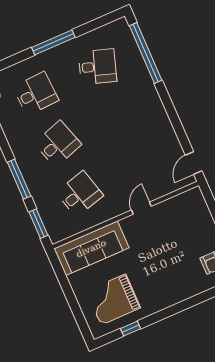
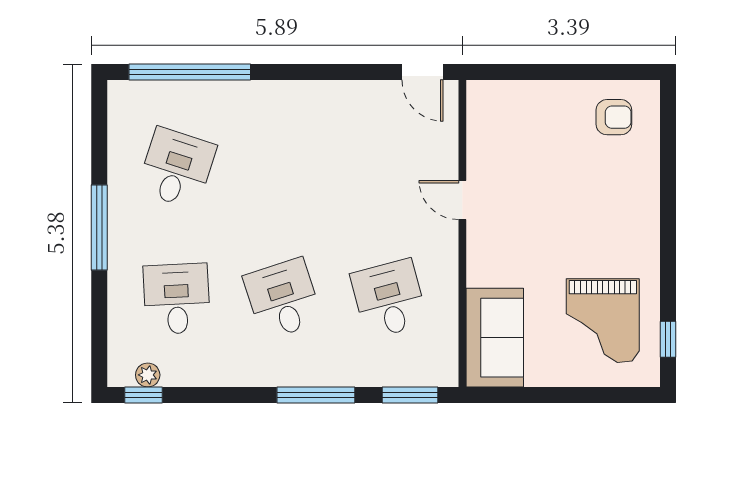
sofa: (91, 248) -> (495, 338), width x0.73
window: (130, 329) -> (668, 339), moved

